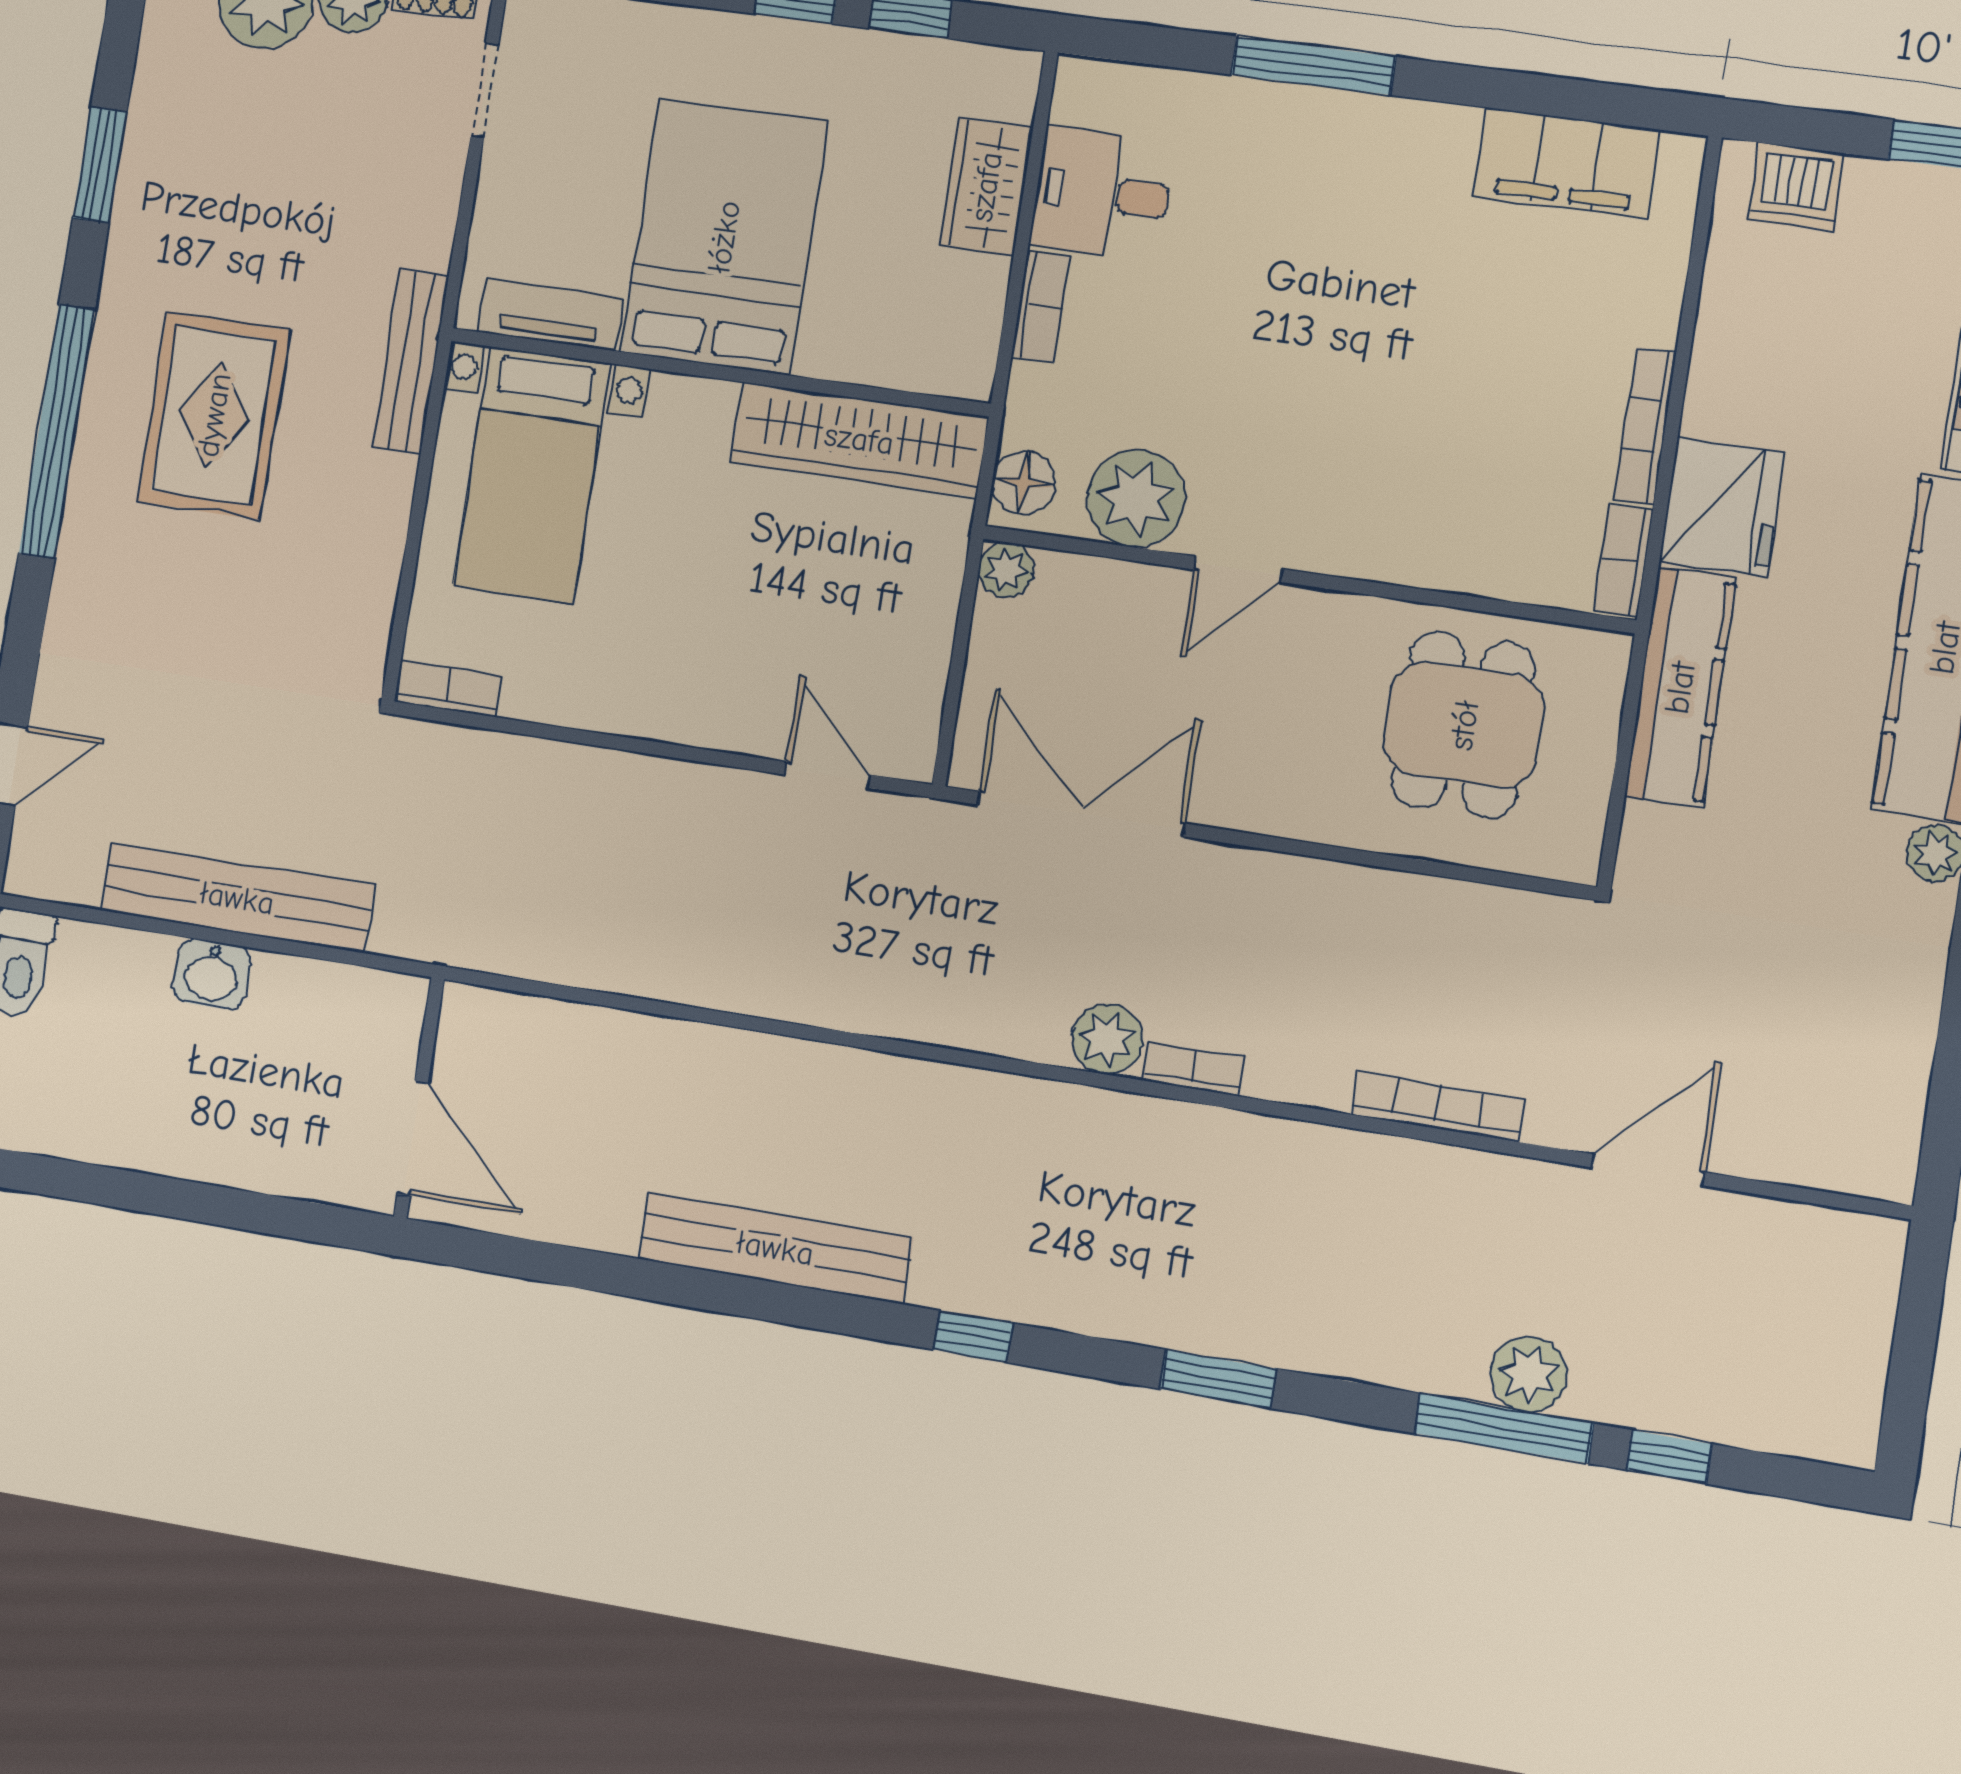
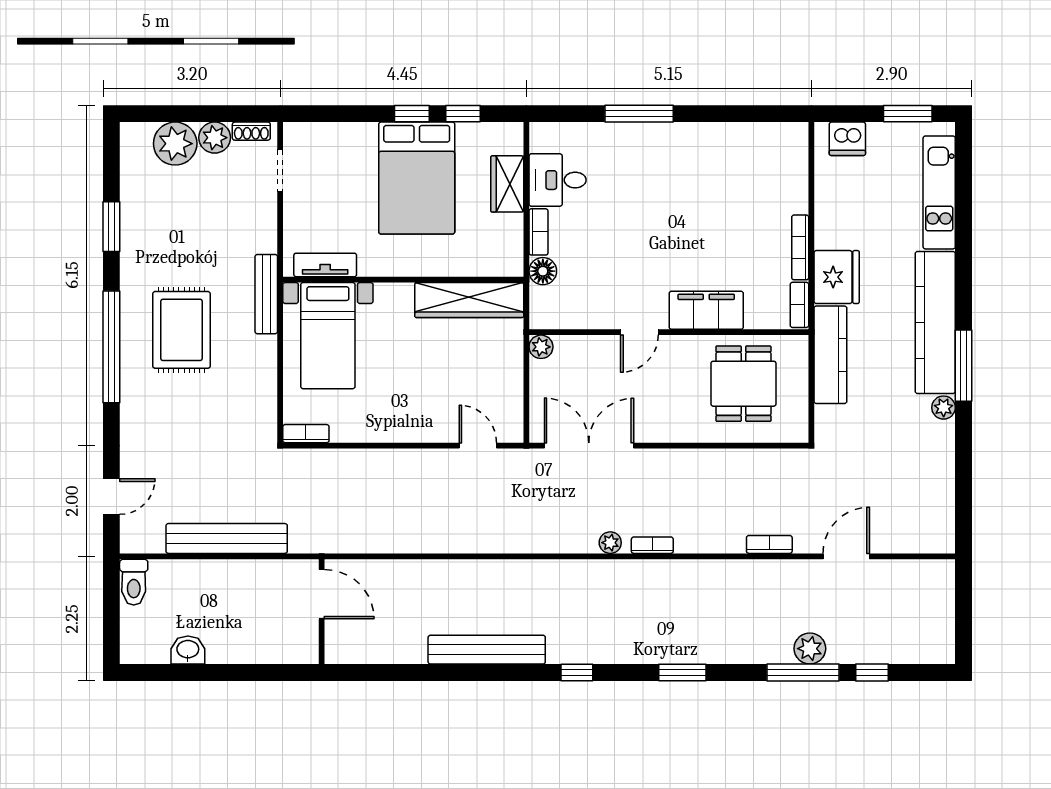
filing cabinet: (1567, 163) -> (706, 310), moved, turned 180
bed: (724, 237) -> (417, 178), moved, turned 180
floor lamp: (1024, 482) -> (543, 271), moved
plant: (1136, 499) -> (592, 308), removed
washbasin: (212, 974) -> (188, 650), moved, turned 180
plant: (1107, 1039) -> (610, 543), width x0.73, depth x0.73
bookcase: (1438, 1107) -> (769, 544), width x0.64
door: (413, 1138) -> (322, 594), moved

